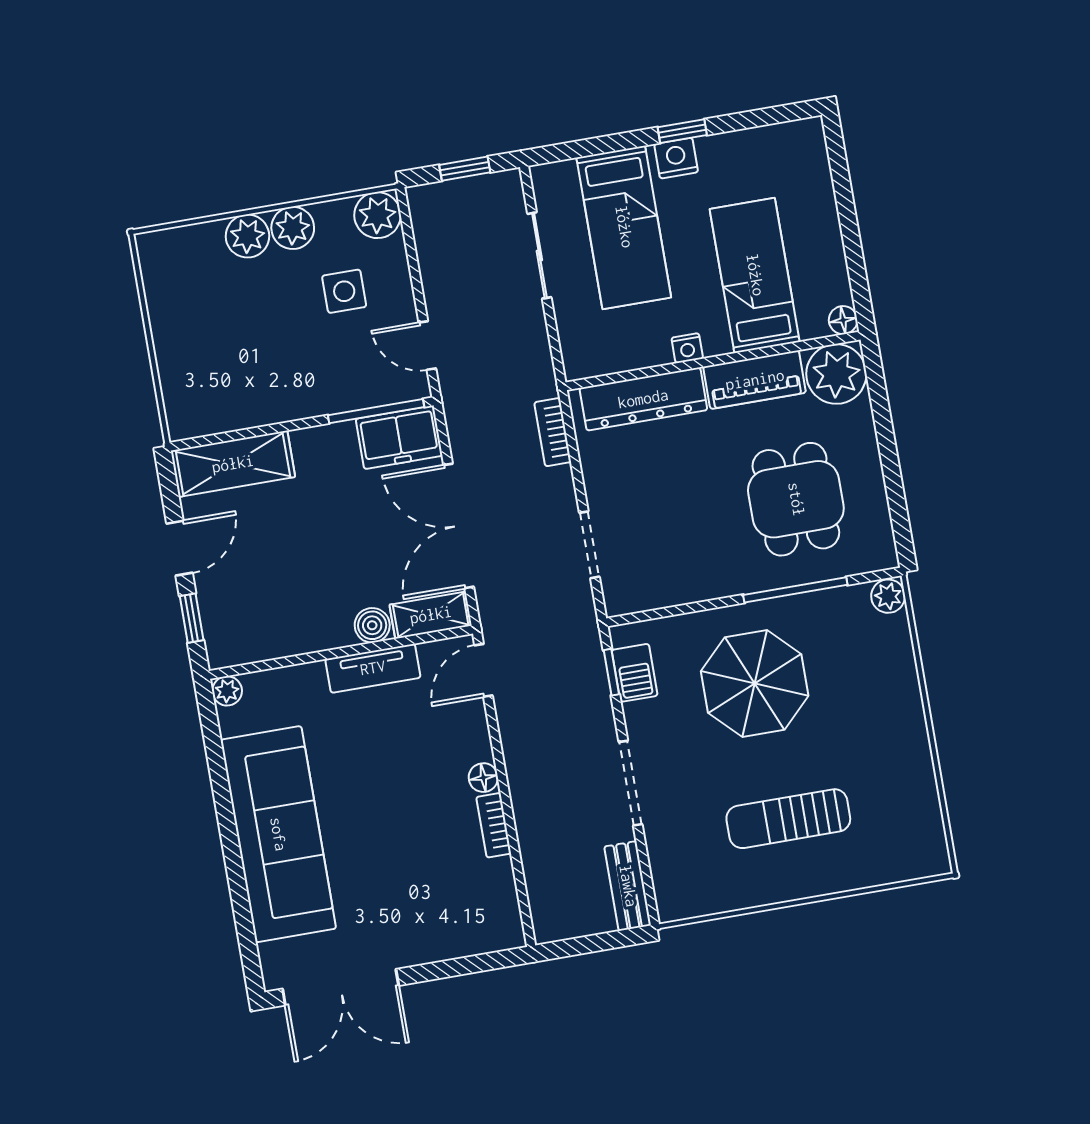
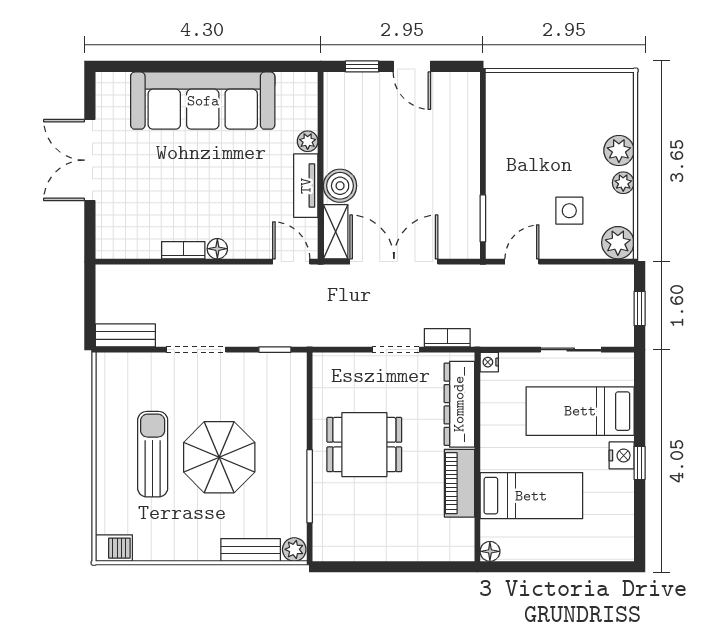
plant: (293, 228) -> (623, 183), width x0.73, depth x0.73
nightstand: (687, 348) -> (489, 362), moved
plant: (836, 374) -> (454, 540), removed
window: (376, 411) -> (483, 218), width x0.69
freezer: (399, 437) -> (462, 231), removed
shelving: (233, 464) -> (464, 113), removed
dining table: (796, 499) -> (364, 445), moved
doorway: (589, 545) -> (396, 350), moved
boiler: (372, 625) -> (340, 186), width x1.36, depth x1.36
bench: (899, 658) -> (251, 550), added
barbecue: (635, 673) -> (114, 548), moved, turned 180
parasol: (755, 684) -> (219, 457), moved
plant: (227, 691) -> (308, 141), moved
double door: (341, 987) -> (90, 160), moved

